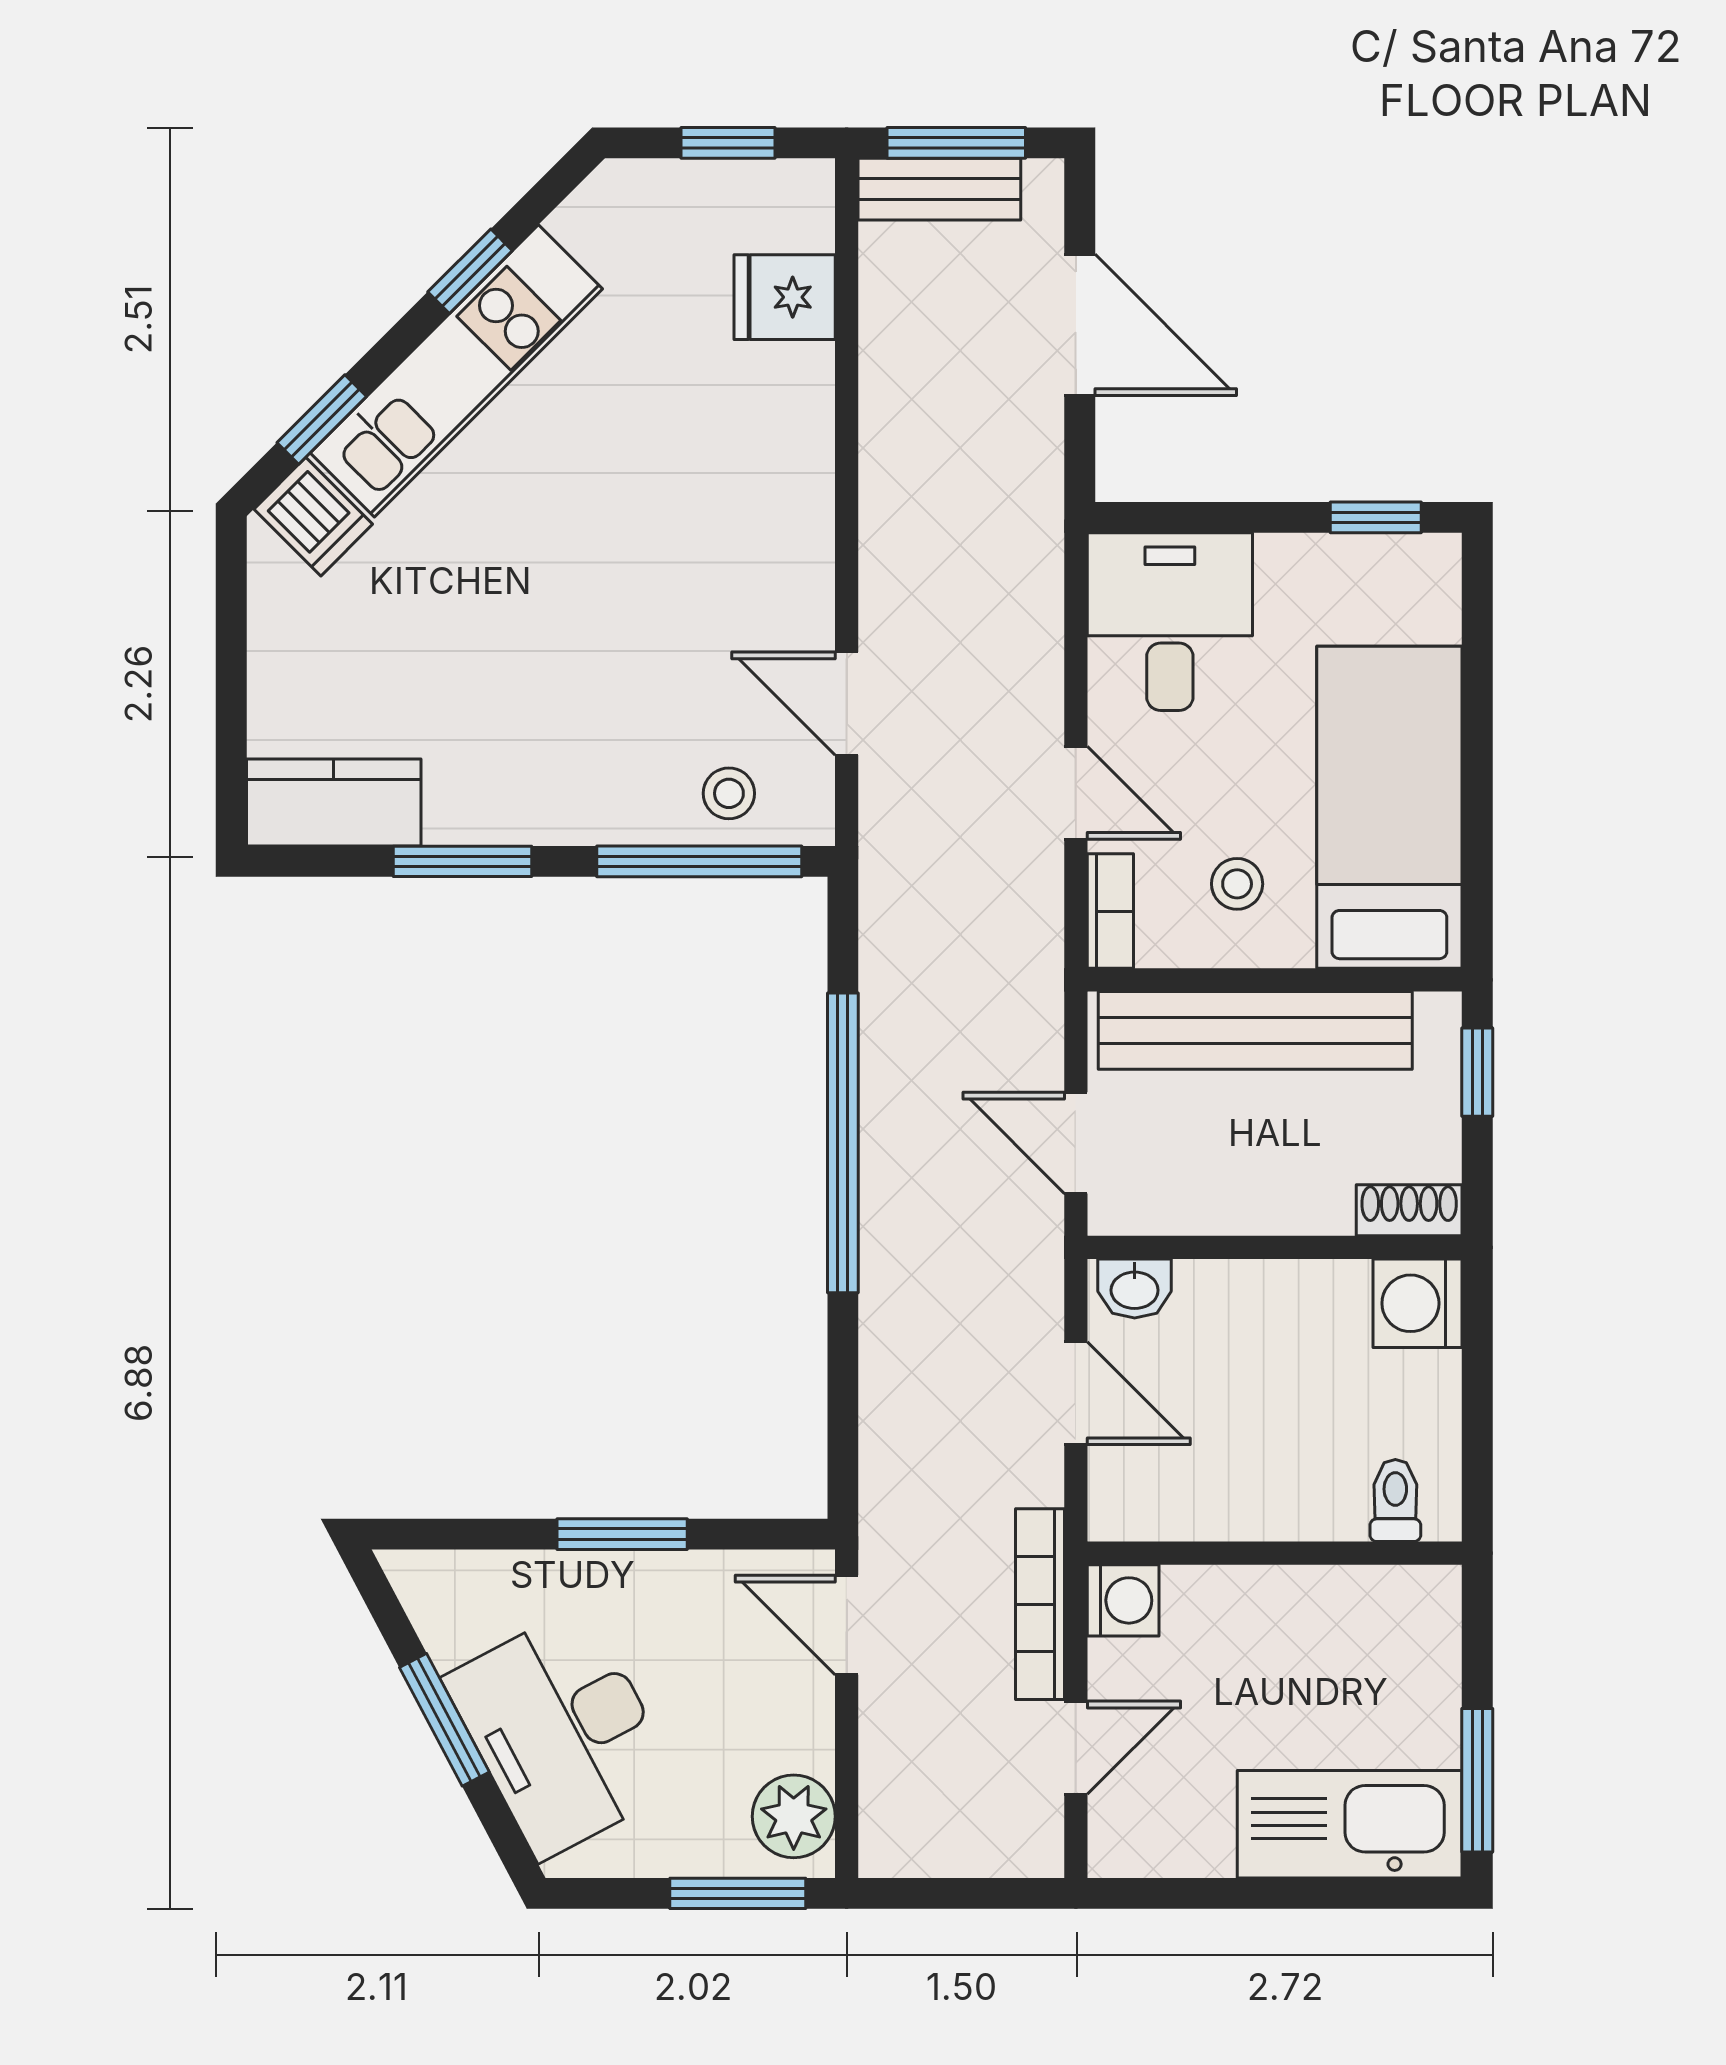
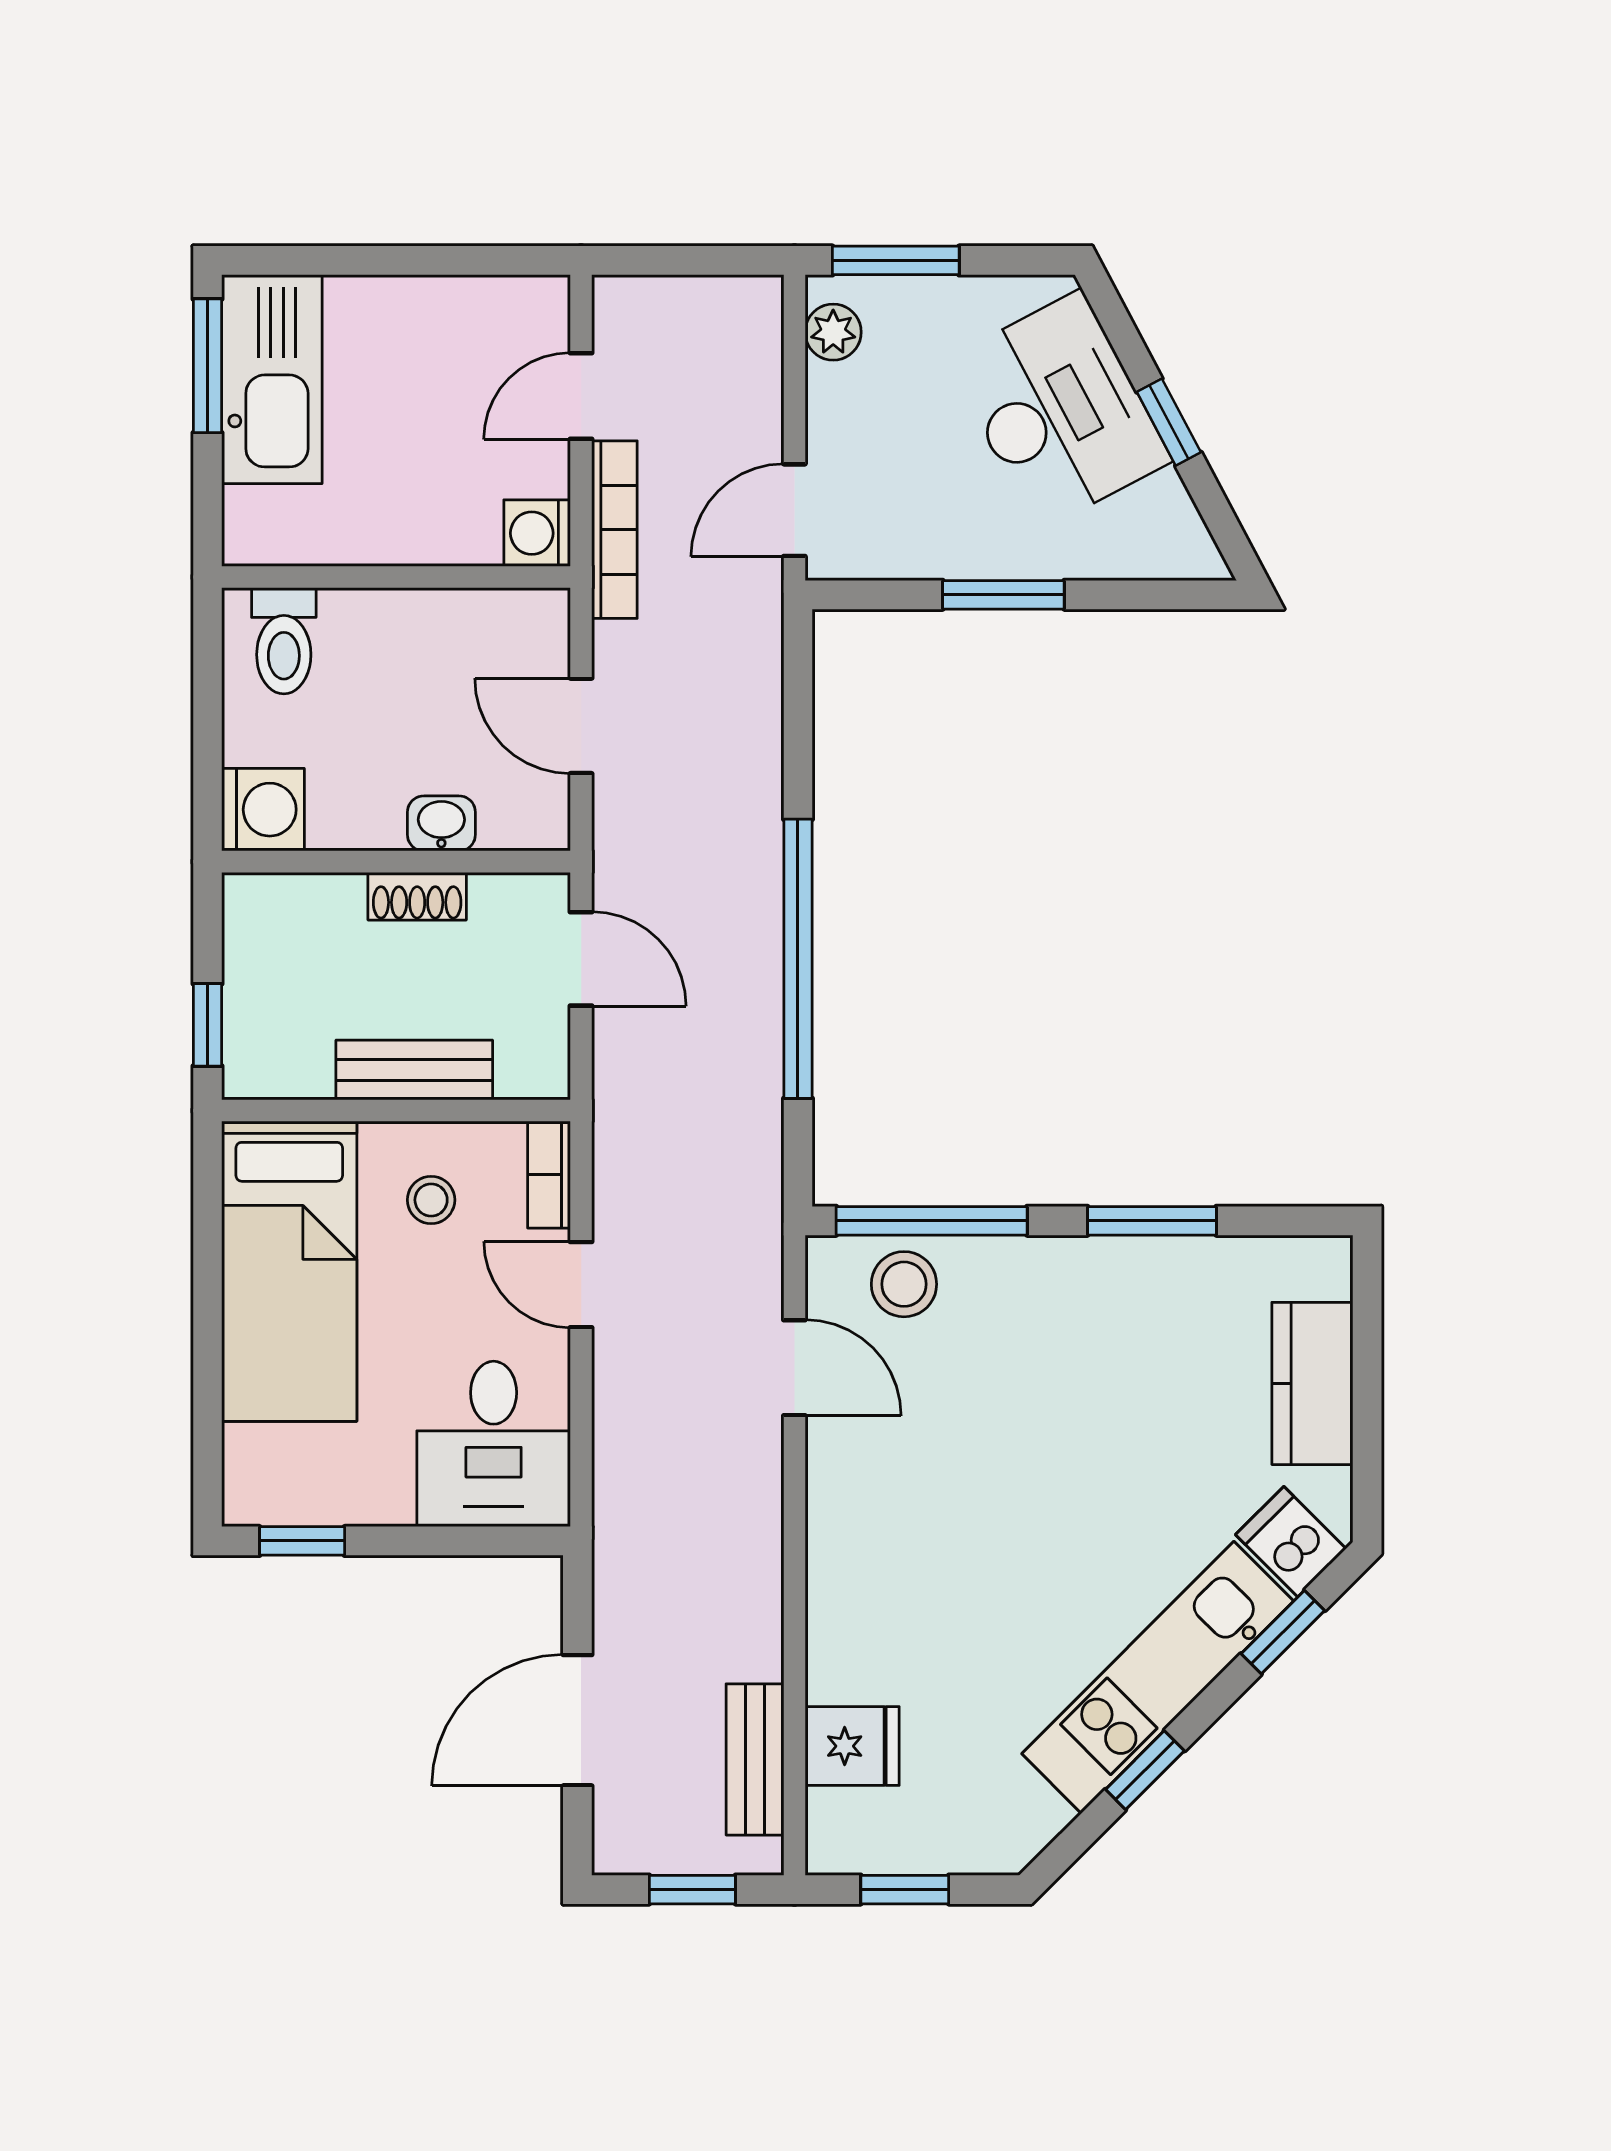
window: (956, 143) -> (692, 1890), width x0.67
bench: (939, 189) -> (755, 1759), moved, turned 90
door: (1080, 325) -> (577, 1720), hinge flipped
stool: (729, 793) -> (904, 1284), width x1.37, depth x1.37
kitchen counter: (334, 803) -> (1312, 1383), moved, turned 90
bench: (1255, 1030) -> (414, 1070), width x0.54, depth x0.82
shoe rack: (1409, 1210) -> (417, 896), moved
washbasin: (1135, 1288) -> (441, 823), moved
toilet: (1395, 1501) -> (284, 641), width x1.37, depth x1.39
door: (847, 1625) -> (794, 510), swing flipped
window: (444, 1720) -> (1169, 422), width x0.67
plant: (794, 1816) -> (833, 332), width x0.73, depth x0.73
kitchen sink: (1350, 1824) -> (272, 379), moved, turned -90

